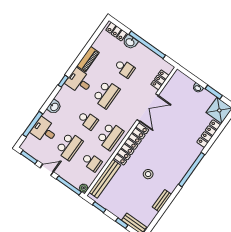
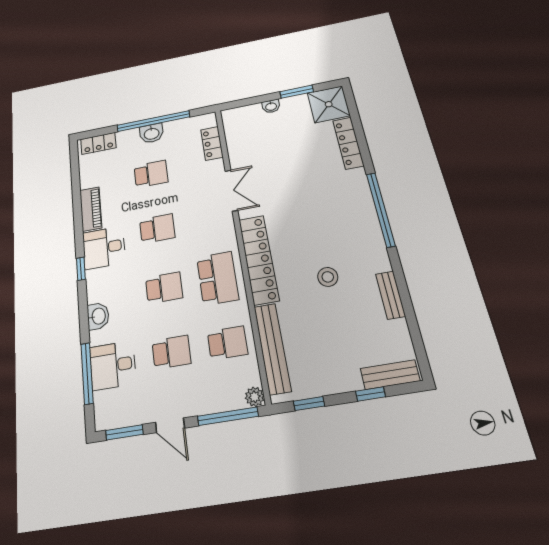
washbasin: (130, 42) -> (152, 133), moved
school desk: (106, 94) -> (157, 229), width x0.54
double door: (148, 108) -> (231, 190), width x0.73
school desk: (69, 146) -> (171, 352), width x0.54
door: (47, 170) -> (170, 425), swing flipped

